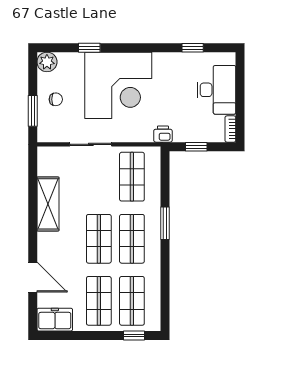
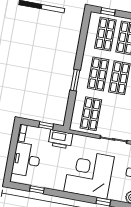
printer: (163, 134) -> (60, 139), width x1.87, depth x1.48

